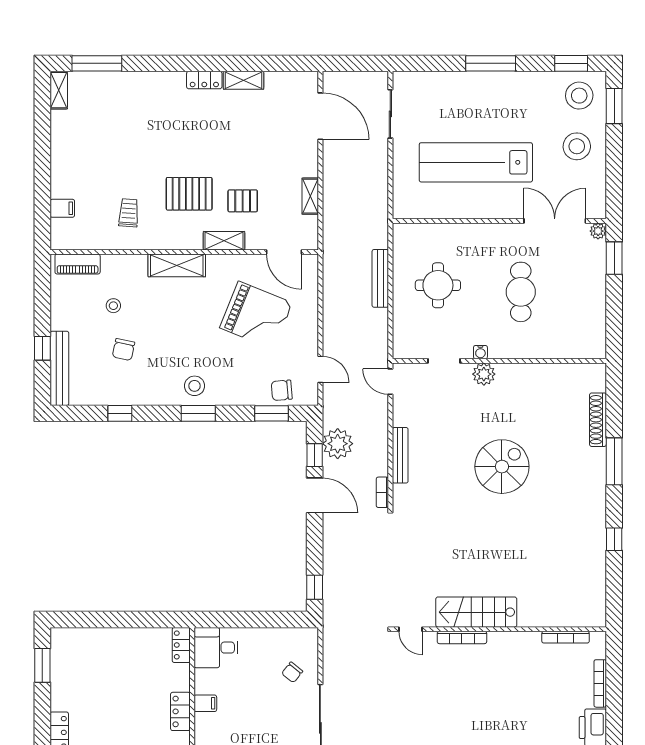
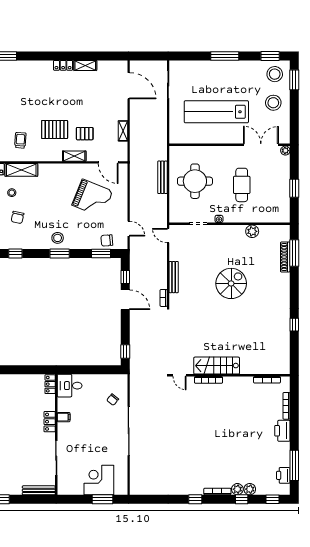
window: (614, 258) -> (294, 188), moved
shelving: (177, 265) -> (21, 170), moved
round table: (438, 285) -> (195, 181), width x1.36, depth x1.36
plant: (484, 374) -> (252, 231), moved
plant: (338, 444) -> (138, 271), removed
window: (614, 461) -> (294, 253), moved

